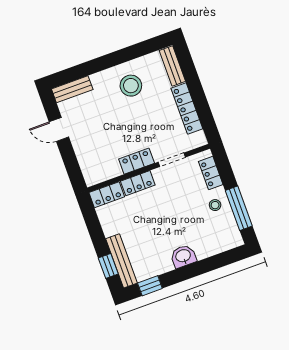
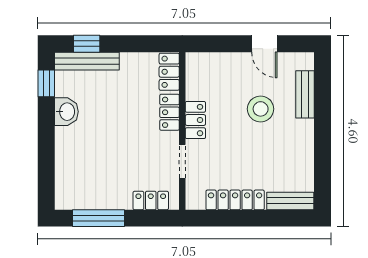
stool: (131, 86) -> (261, 109), moved
bench: (72, 89) -> (305, 94), moved
door: (59, 129) -> (264, 44), swing flipped
stool: (215, 205) -> (112, 192), removed
washbasin: (183, 256) -> (66, 112), moved

